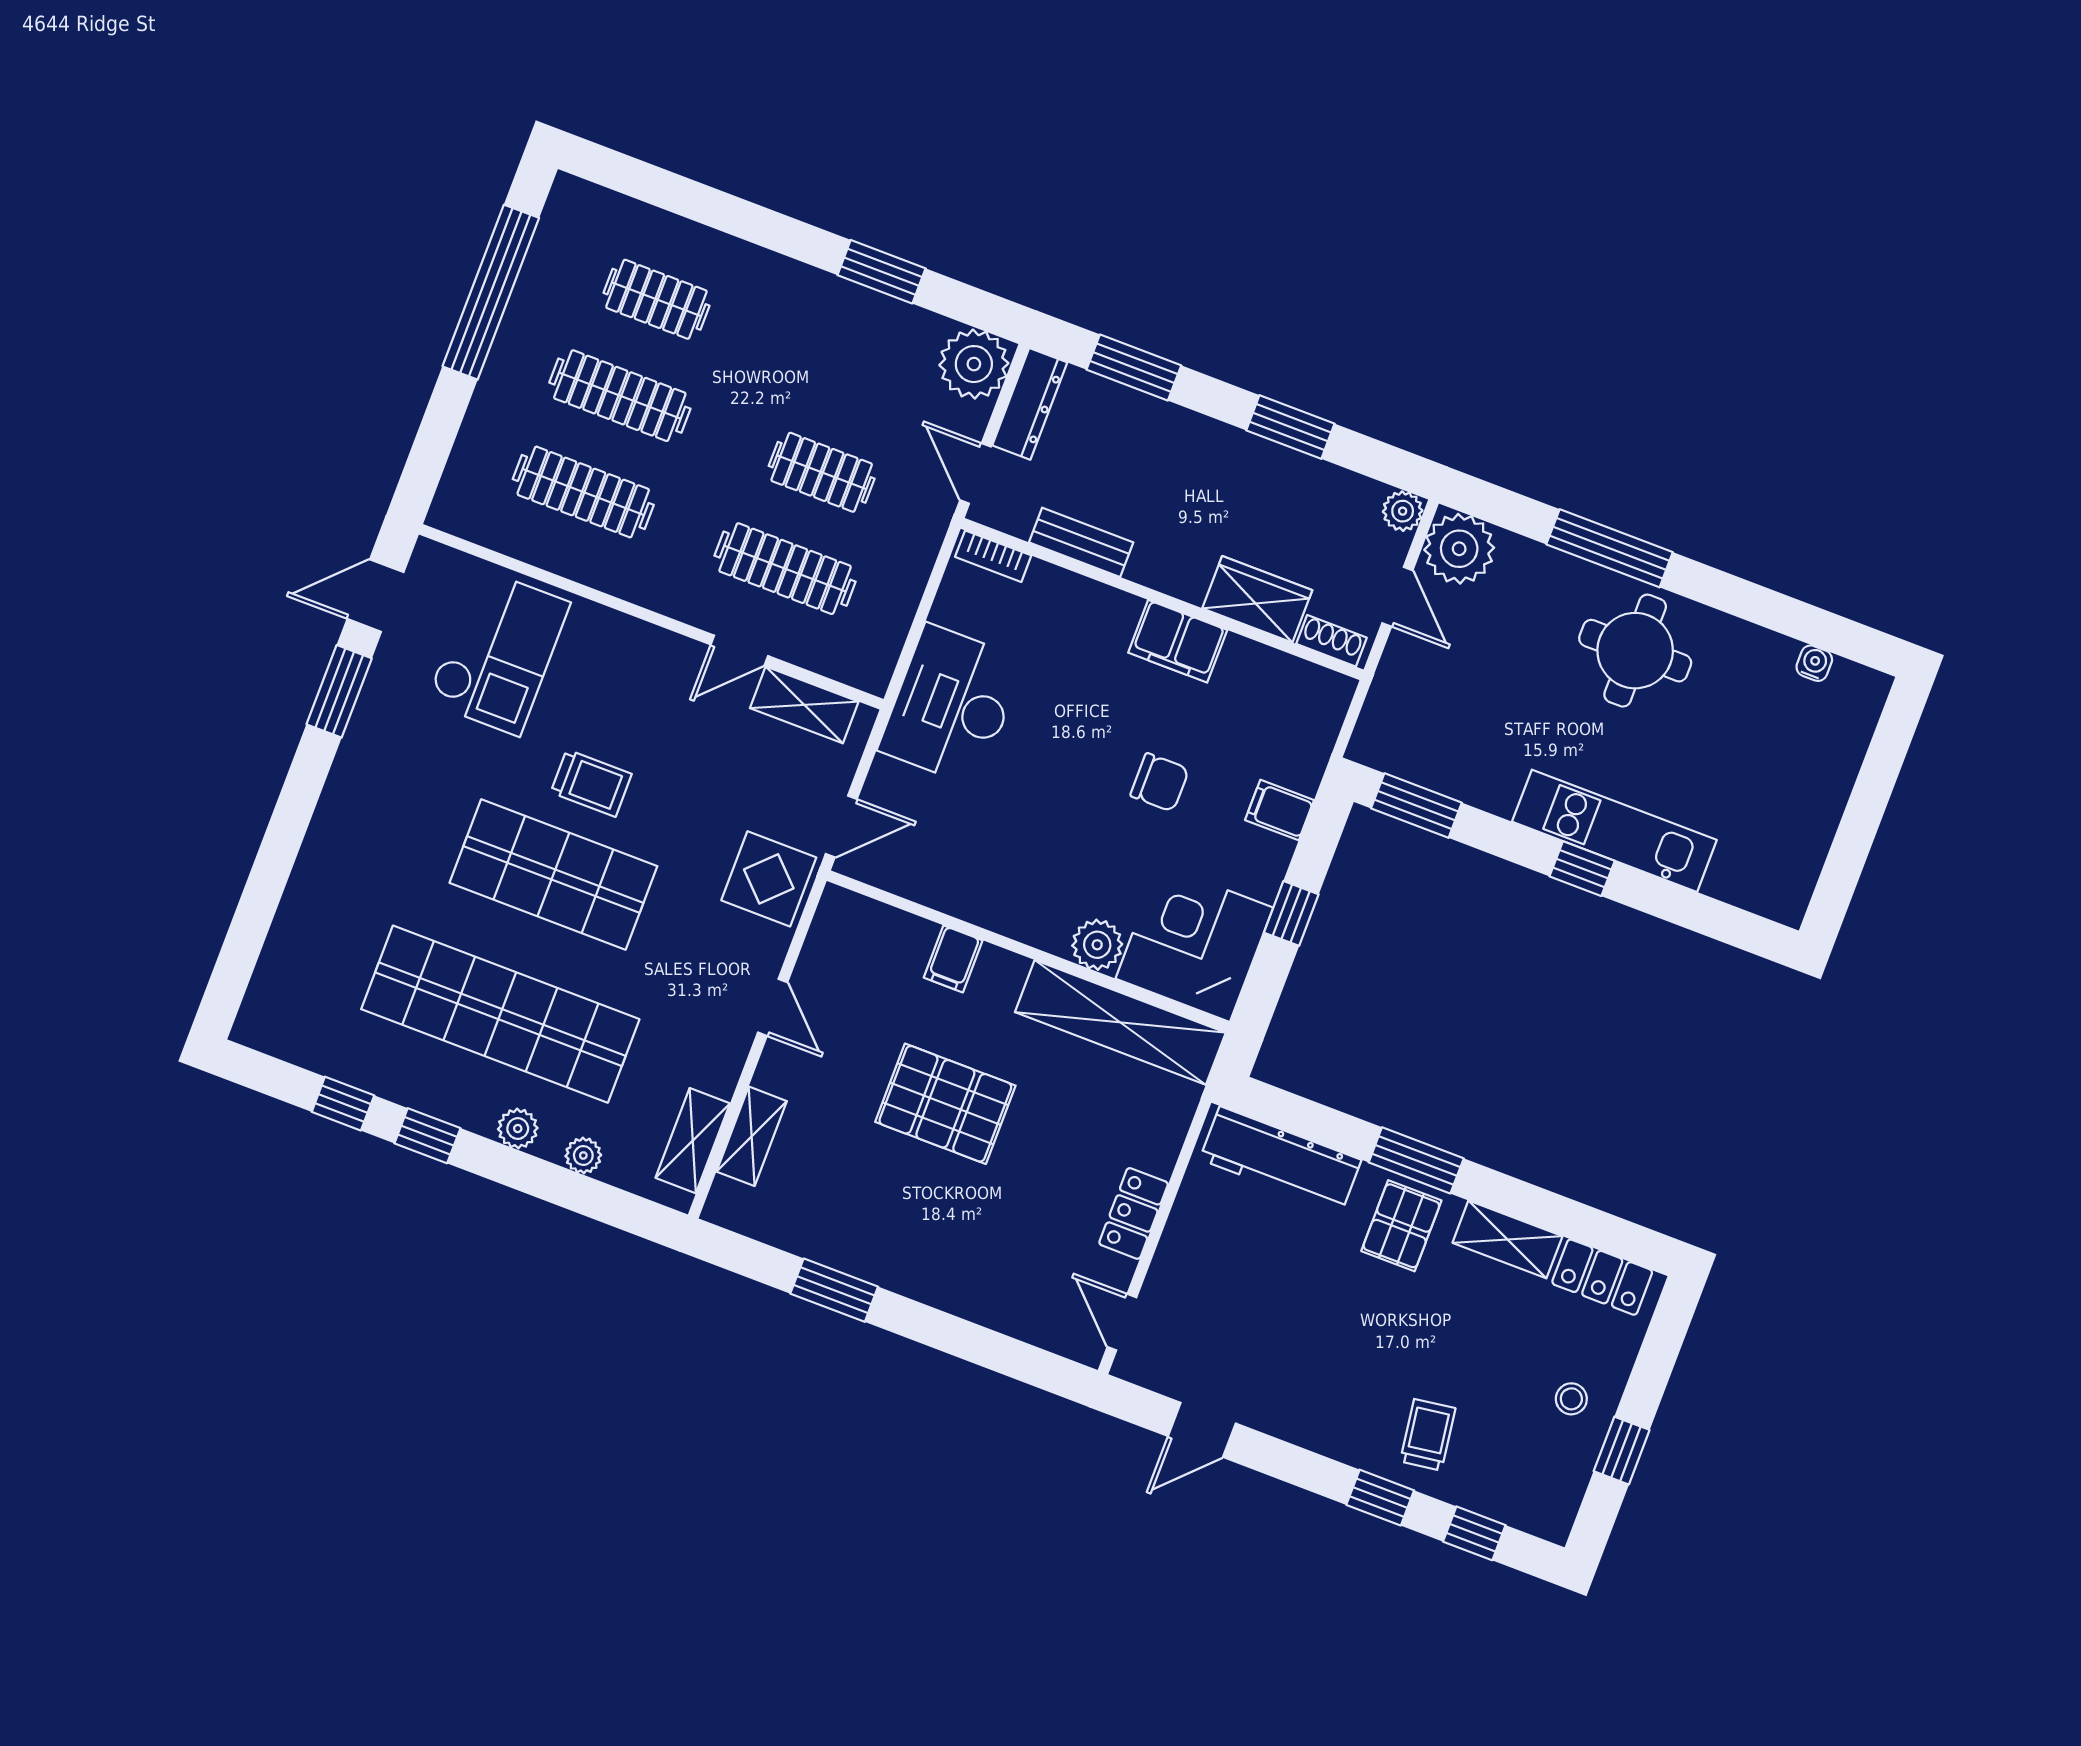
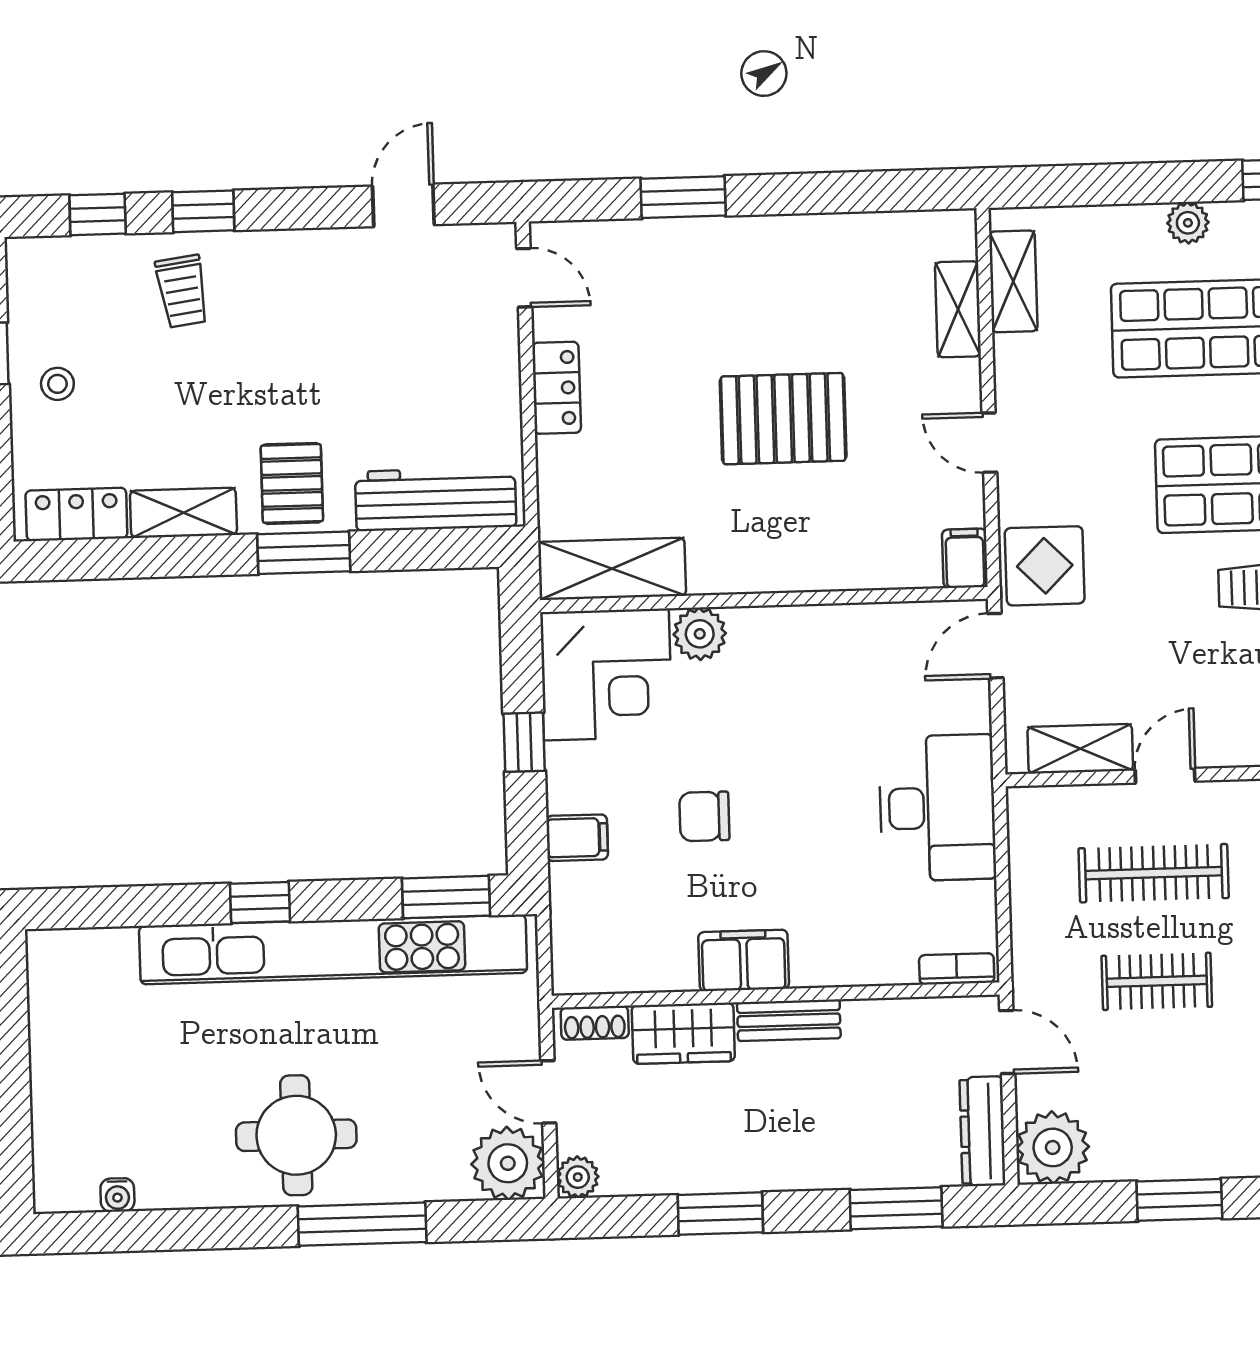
bench: (1081, 542) -> (789, 1020), moved
kitchen unit: (1614, 831) -> (333, 949), width x1.86
filing cabinet: (953, 959) -> (965, 558), moved
shelving: (1120, 1022) -> (612, 569), width x0.68
plant: (583, 1155) -> (1113, 223), removed
window: (834, 1290) -> (683, 197), moved

